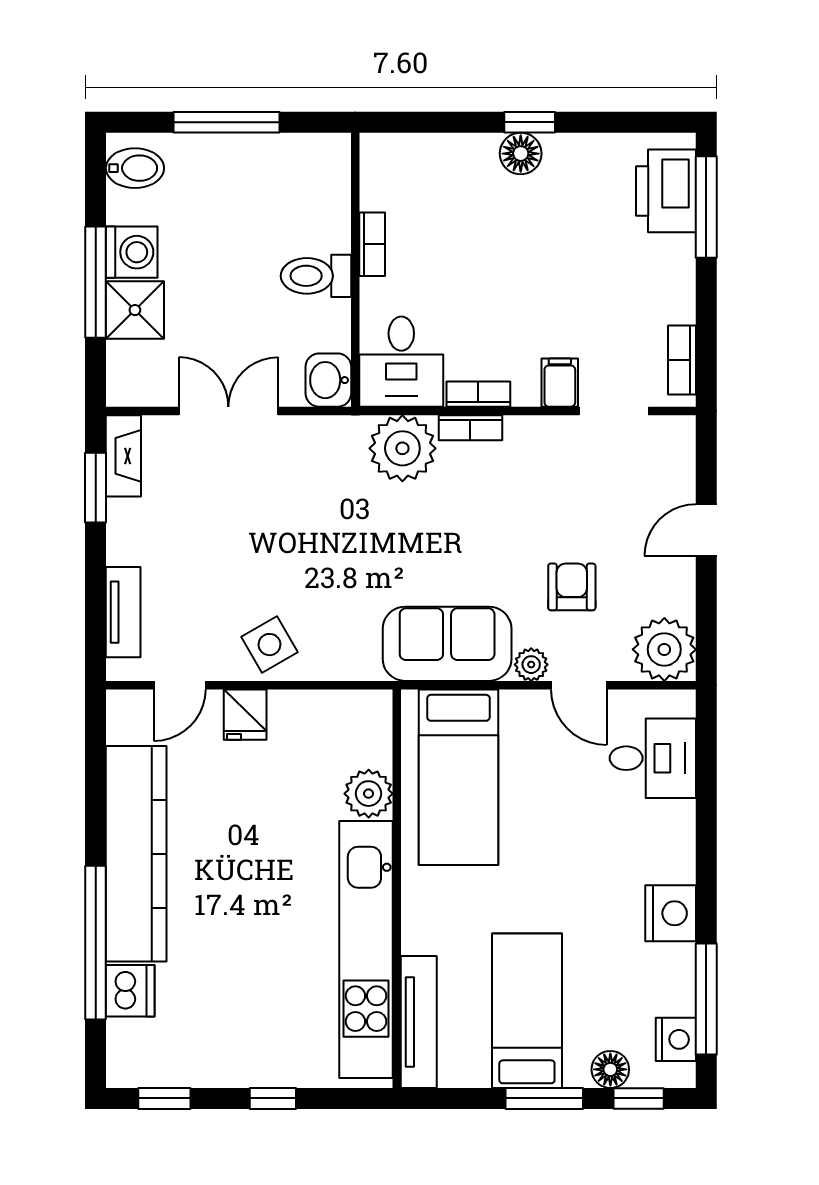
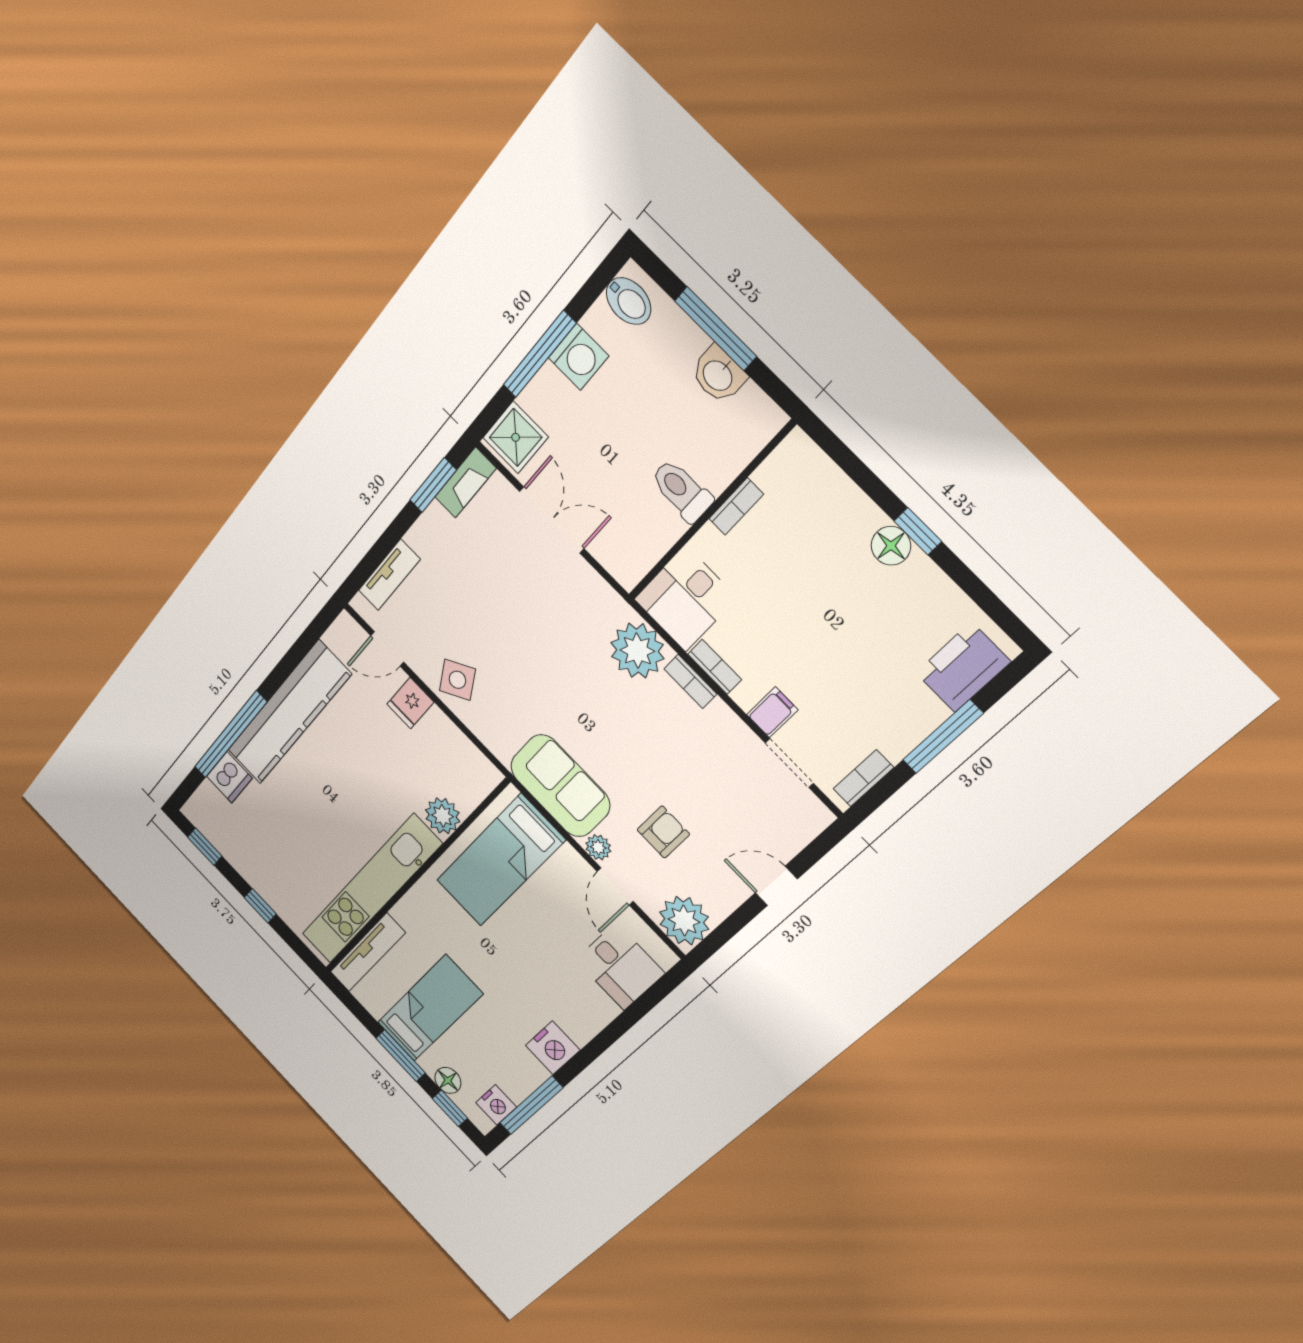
window: (706, 207) -> (943, 737), moved
shower: (135, 310) -> (516, 437), moved
washbasin: (328, 380) -> (718, 375), moved, turned -90

